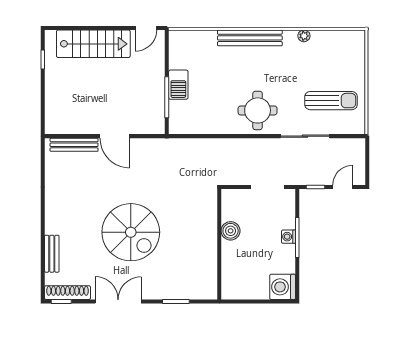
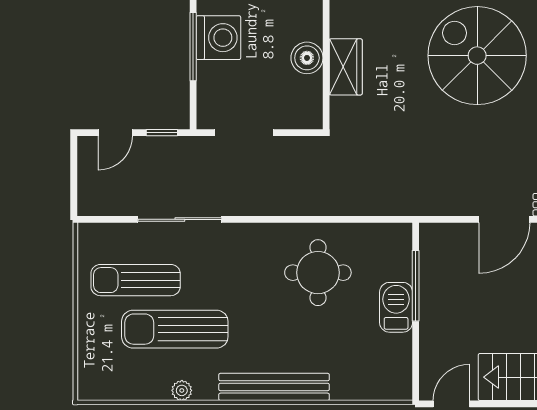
sun lounger: (308, 72) -> (175, 329), added
round table: (258, 110) -> (318, 273), moved
door: (115, 136) -> (504, 219), swing flipped
wardrobe: (208, 226) -> (346, 67), added
washing machine: (289, 237) -> (218, 38), width x1.89, depth x1.89

